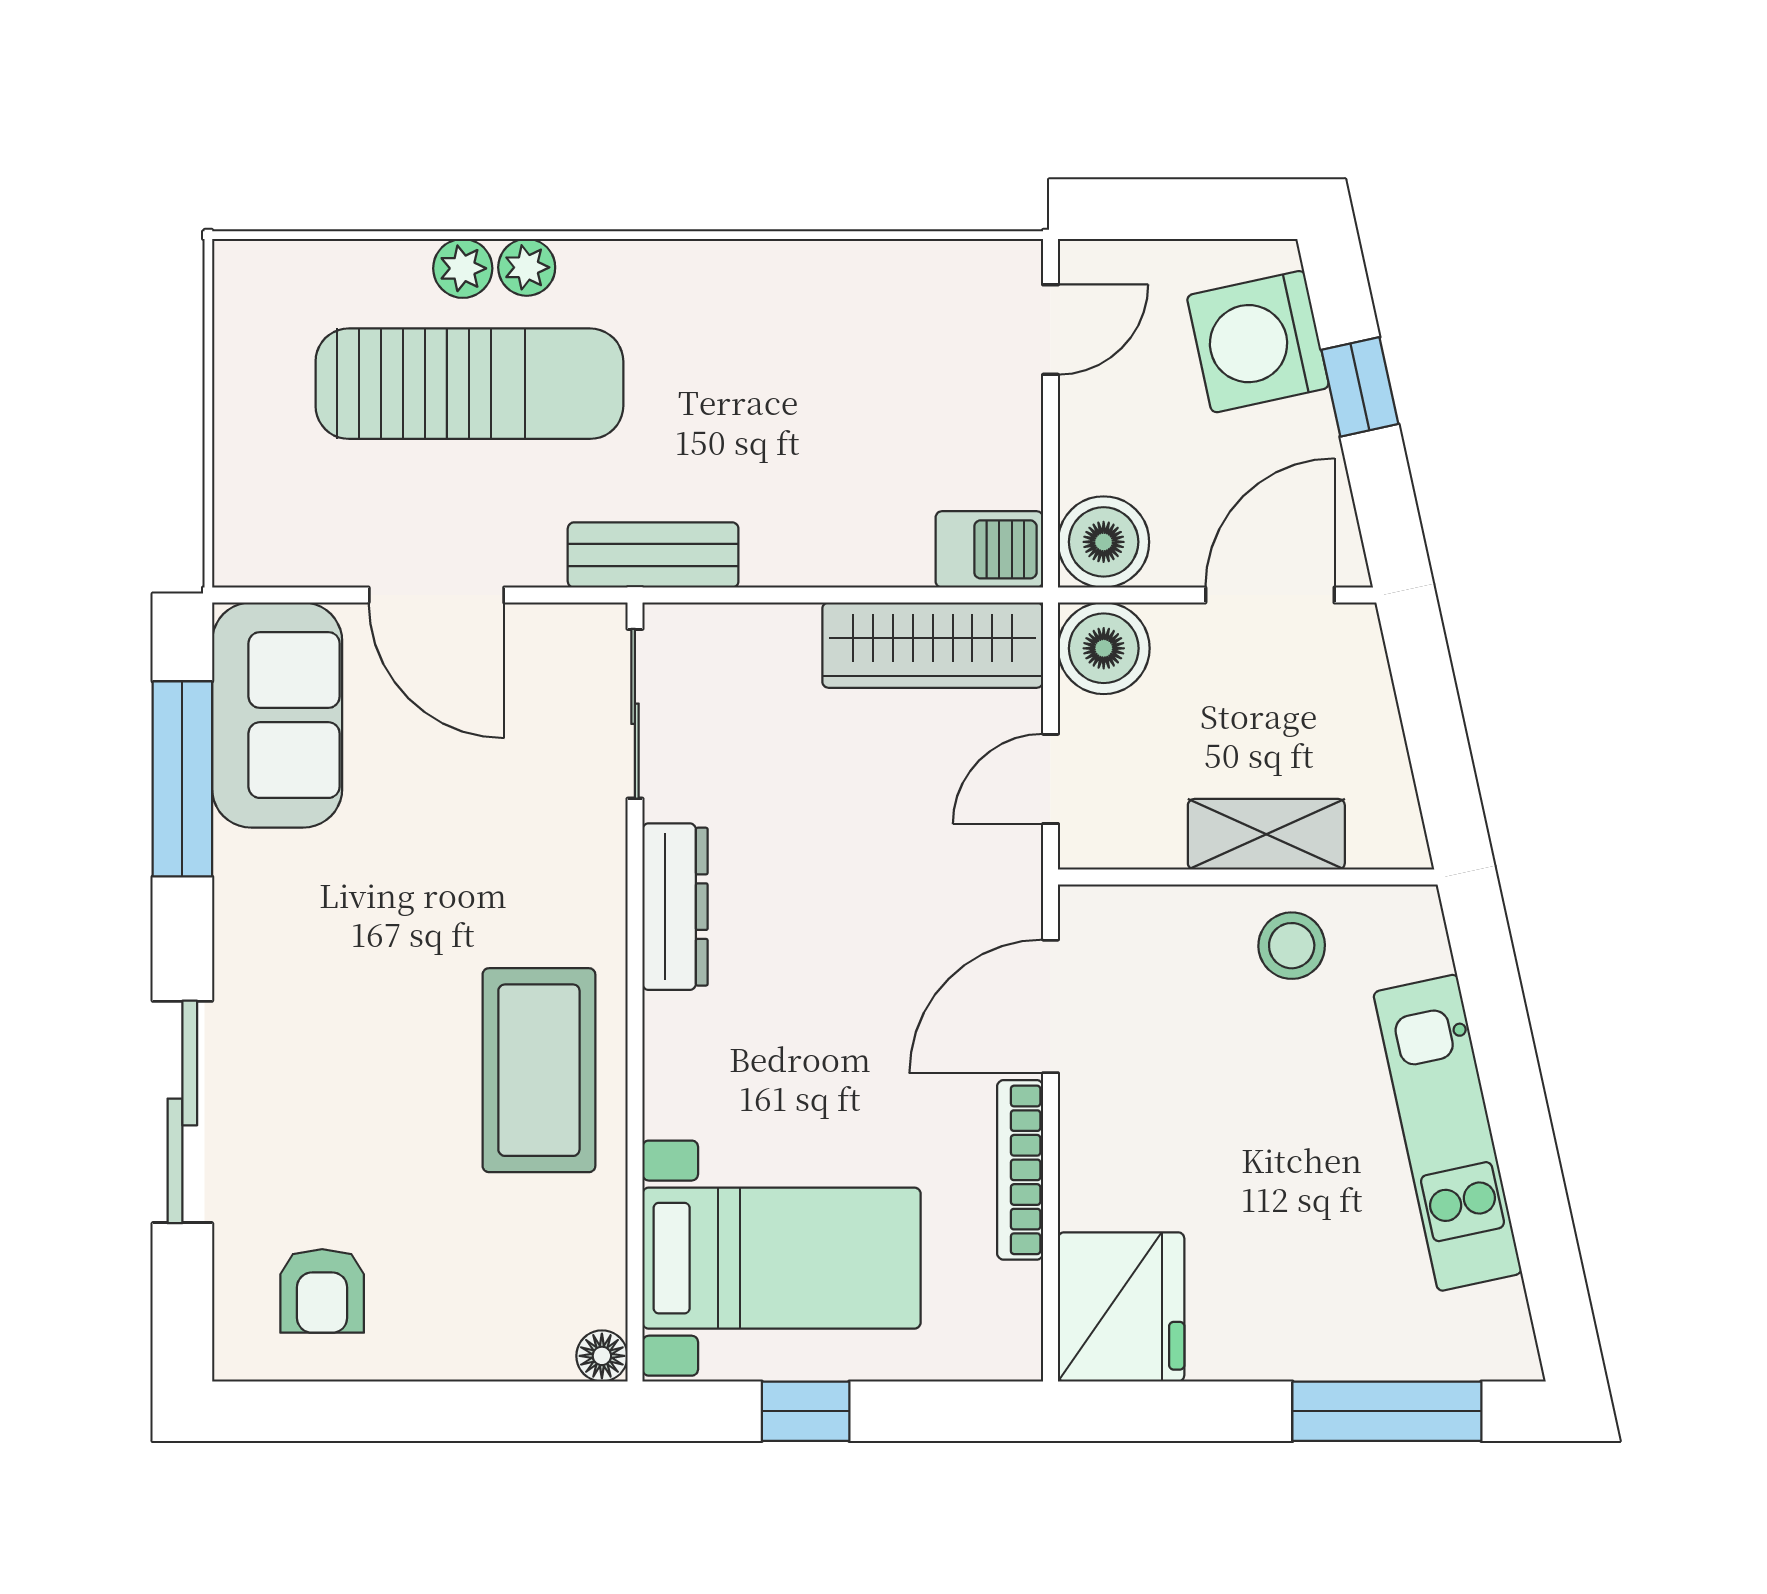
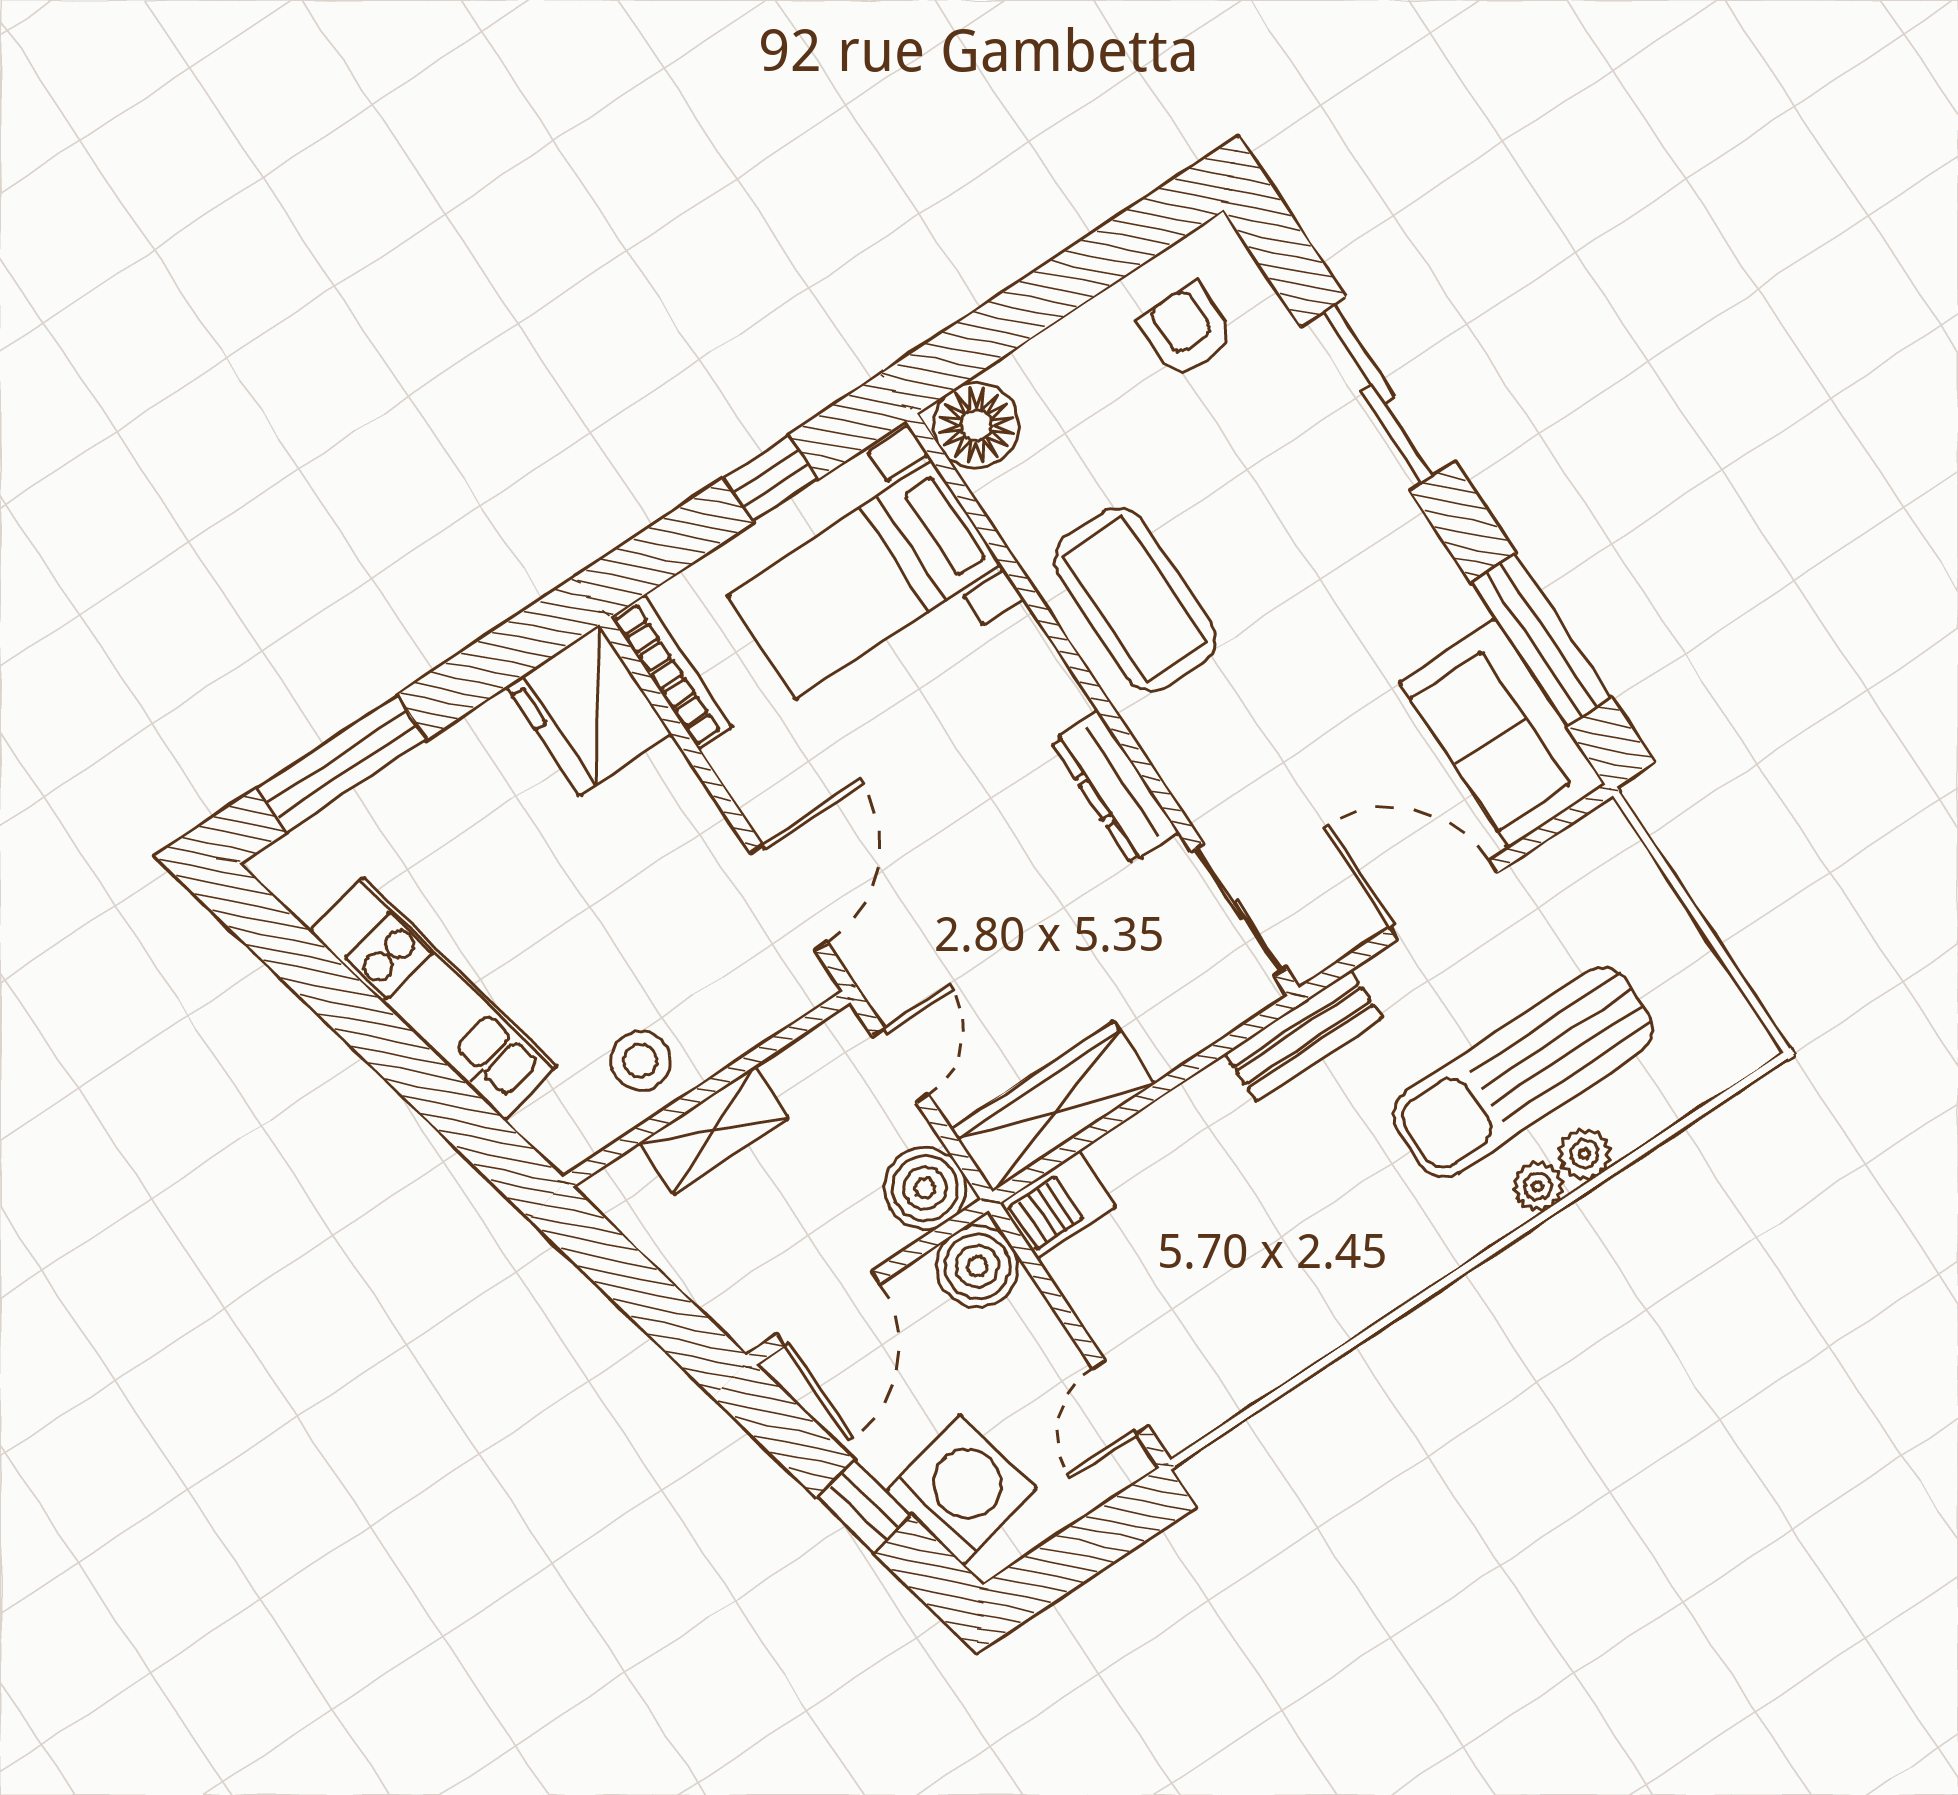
bookcase: (1020, 1170) -> (671, 672), moved
floor lamp: (602, 1356) -> (976, 425), width x1.89, depth x1.89

